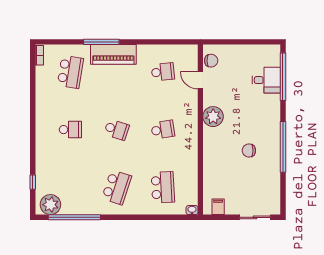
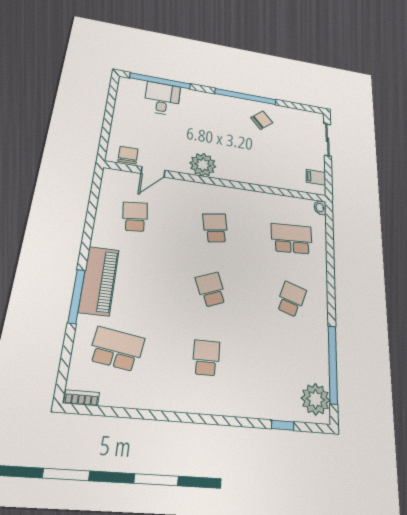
school desk: (117, 130) -> (211, 289), turned -39
chair: (249, 151) -> (262, 120), moved, turned -131
school desk: (117, 187) -> (291, 299), width x0.54

